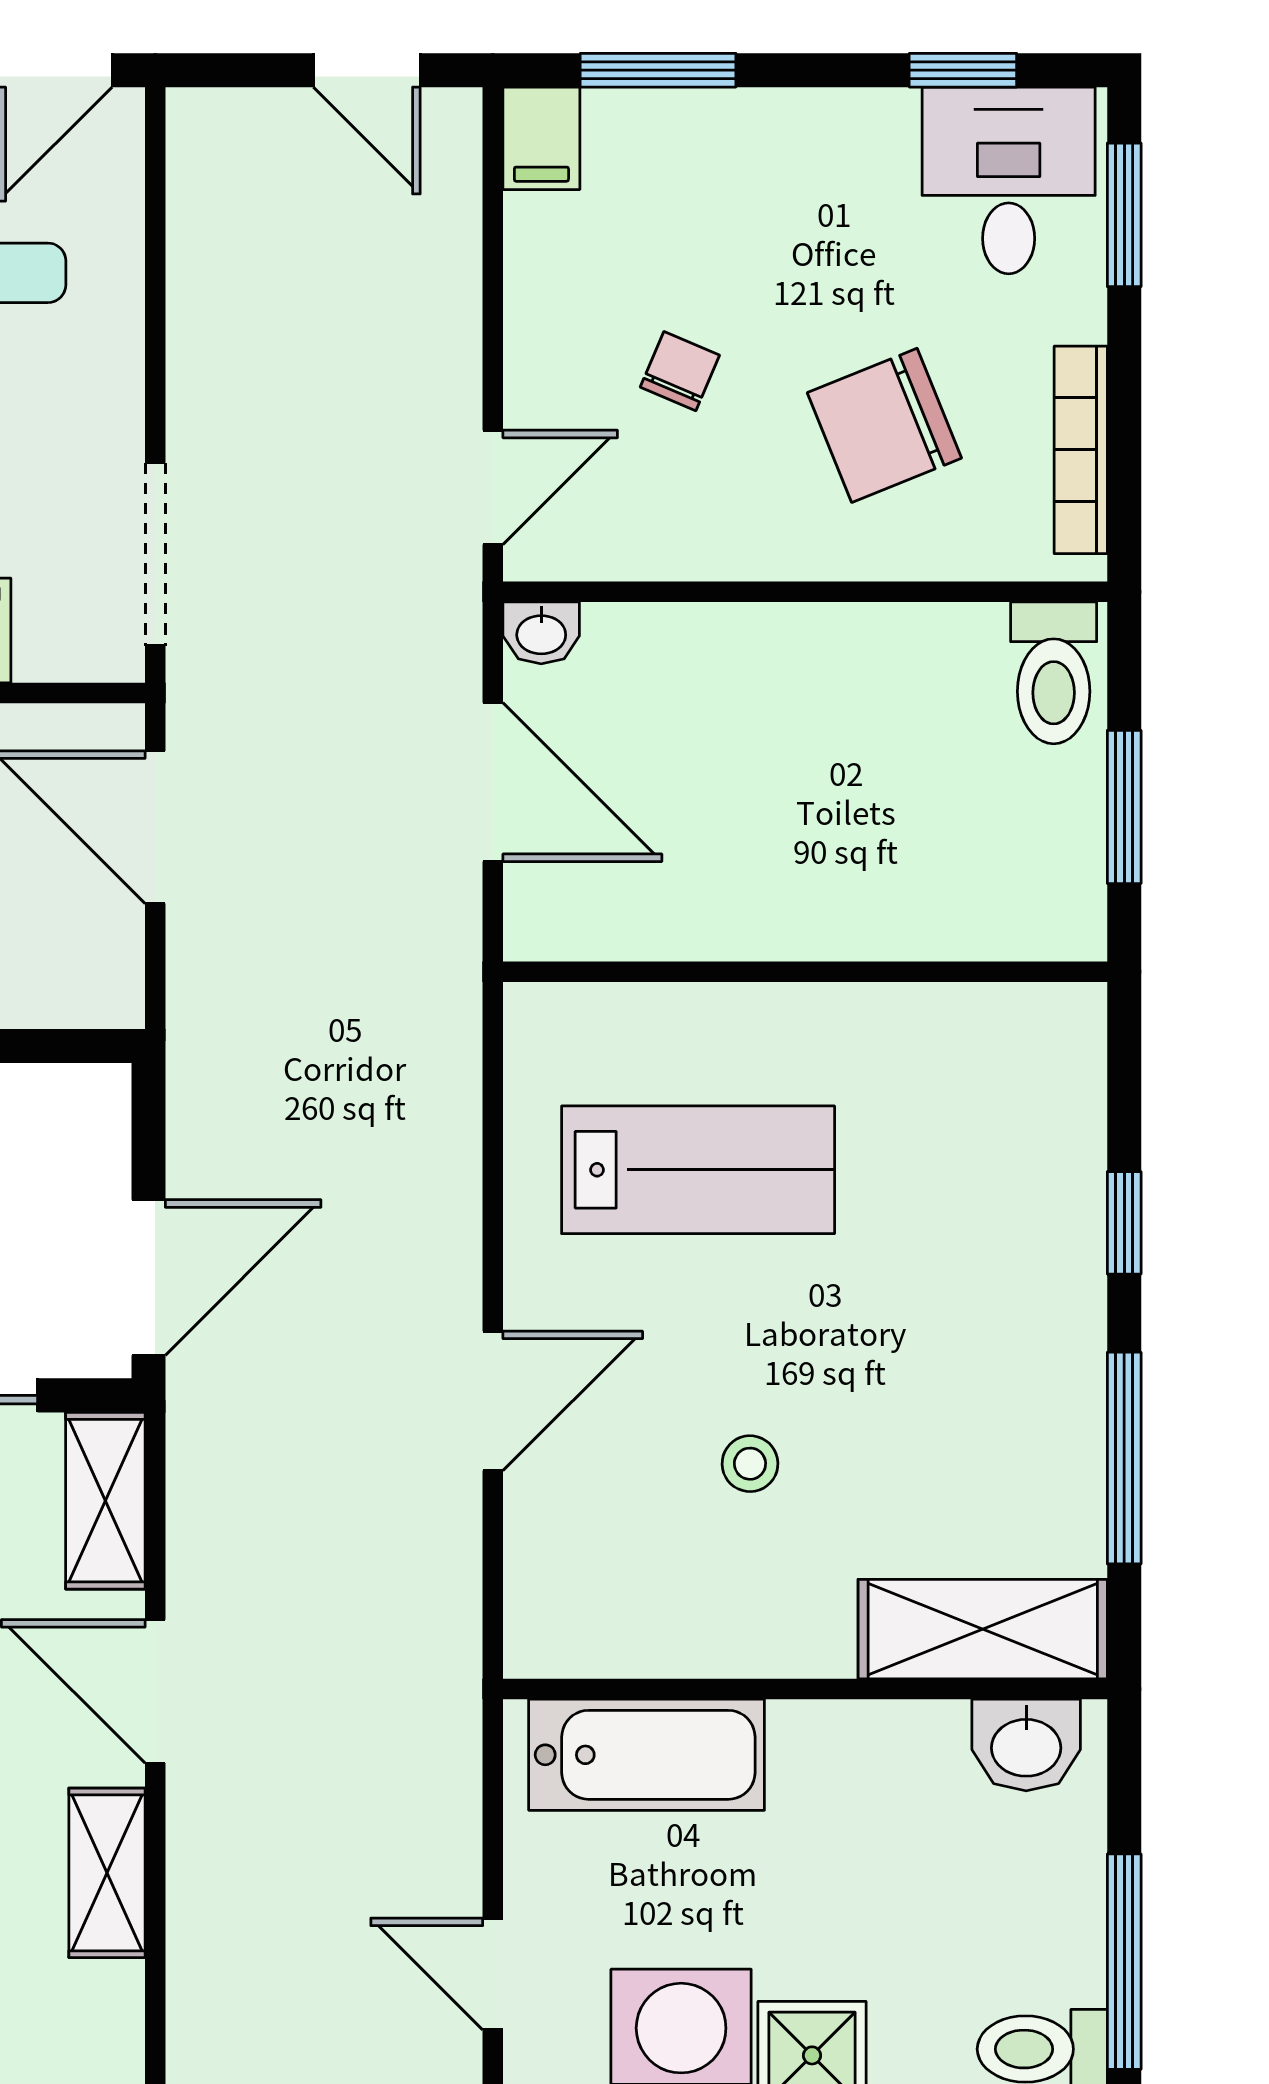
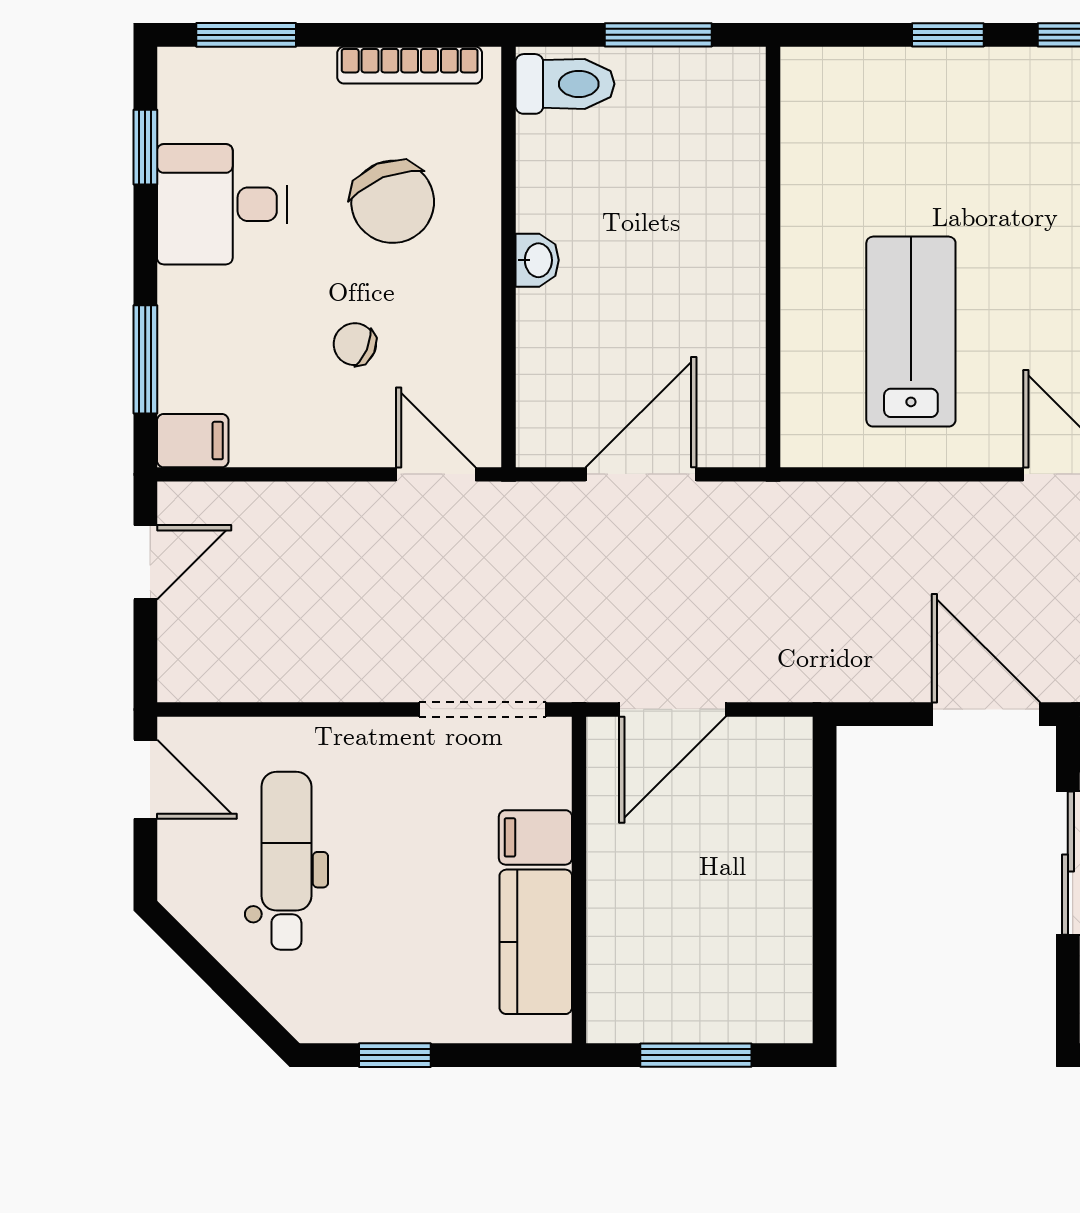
desk: (1009, 180) -> (222, 204), moved
washbasin: (541, 633) -> (537, 260), moved

